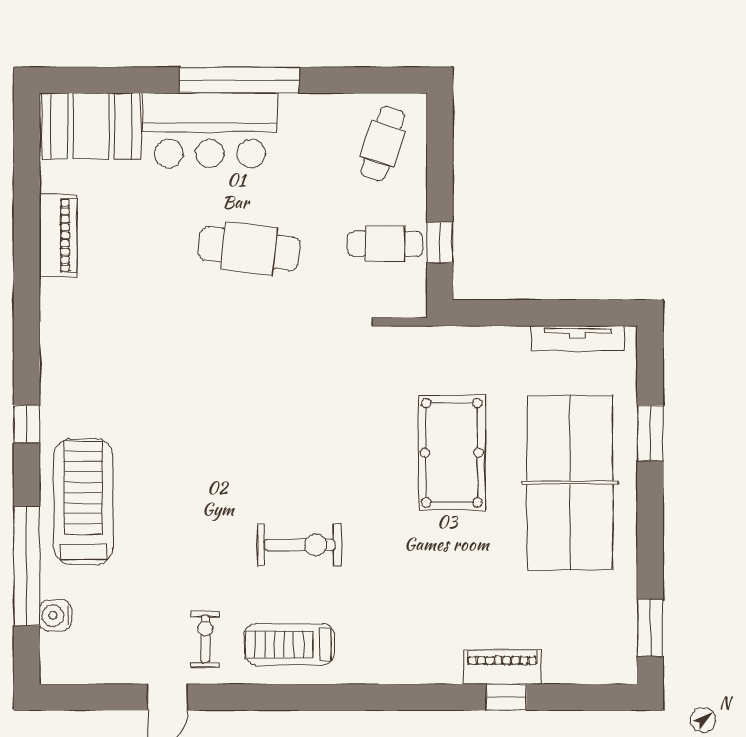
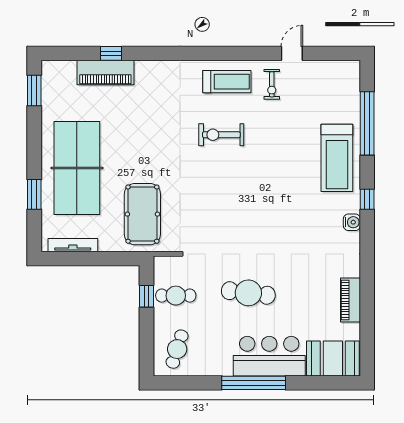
pool table: (452, 453) -> (142, 214), moved
water cooler: (55, 616) -> (352, 222), moved
piano: (503, 667) -> (105, 73), width x1.37, depth x1.33

